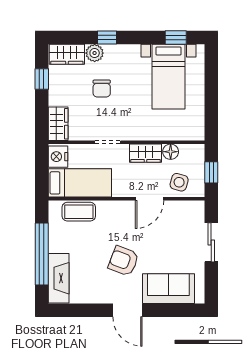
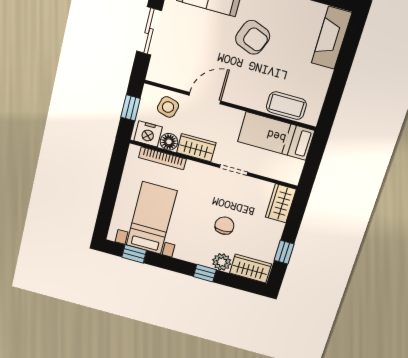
bookcase: (173, 135) -> (162, 158), added
nightstand: (58, 157) -> (148, 134), moved, turned 90
window: (42, 254) -> (342, 70), removed

